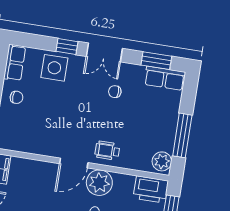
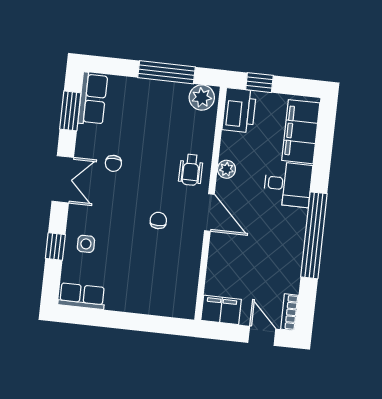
window: (67, 47) -> (55, 247), moved
side table: (54, 68) -> (86, 244), width x0.54, depth x0.54
chair: (17, 97) -> (158, 220), moved
plant: (99, 183) -> (226, 169), width x0.53, depth x0.53

